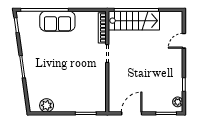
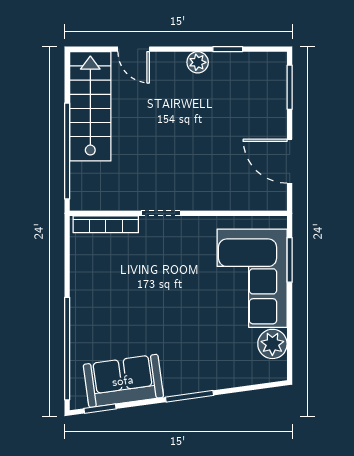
sofa: (57, 21) -> (123, 381), moved, turned -98
stairs: (134, 21) -> (90, 106), moved
corner sofa: (77, 96) -> (252, 278), added
plant: (178, 102) -> (198, 62), moved

